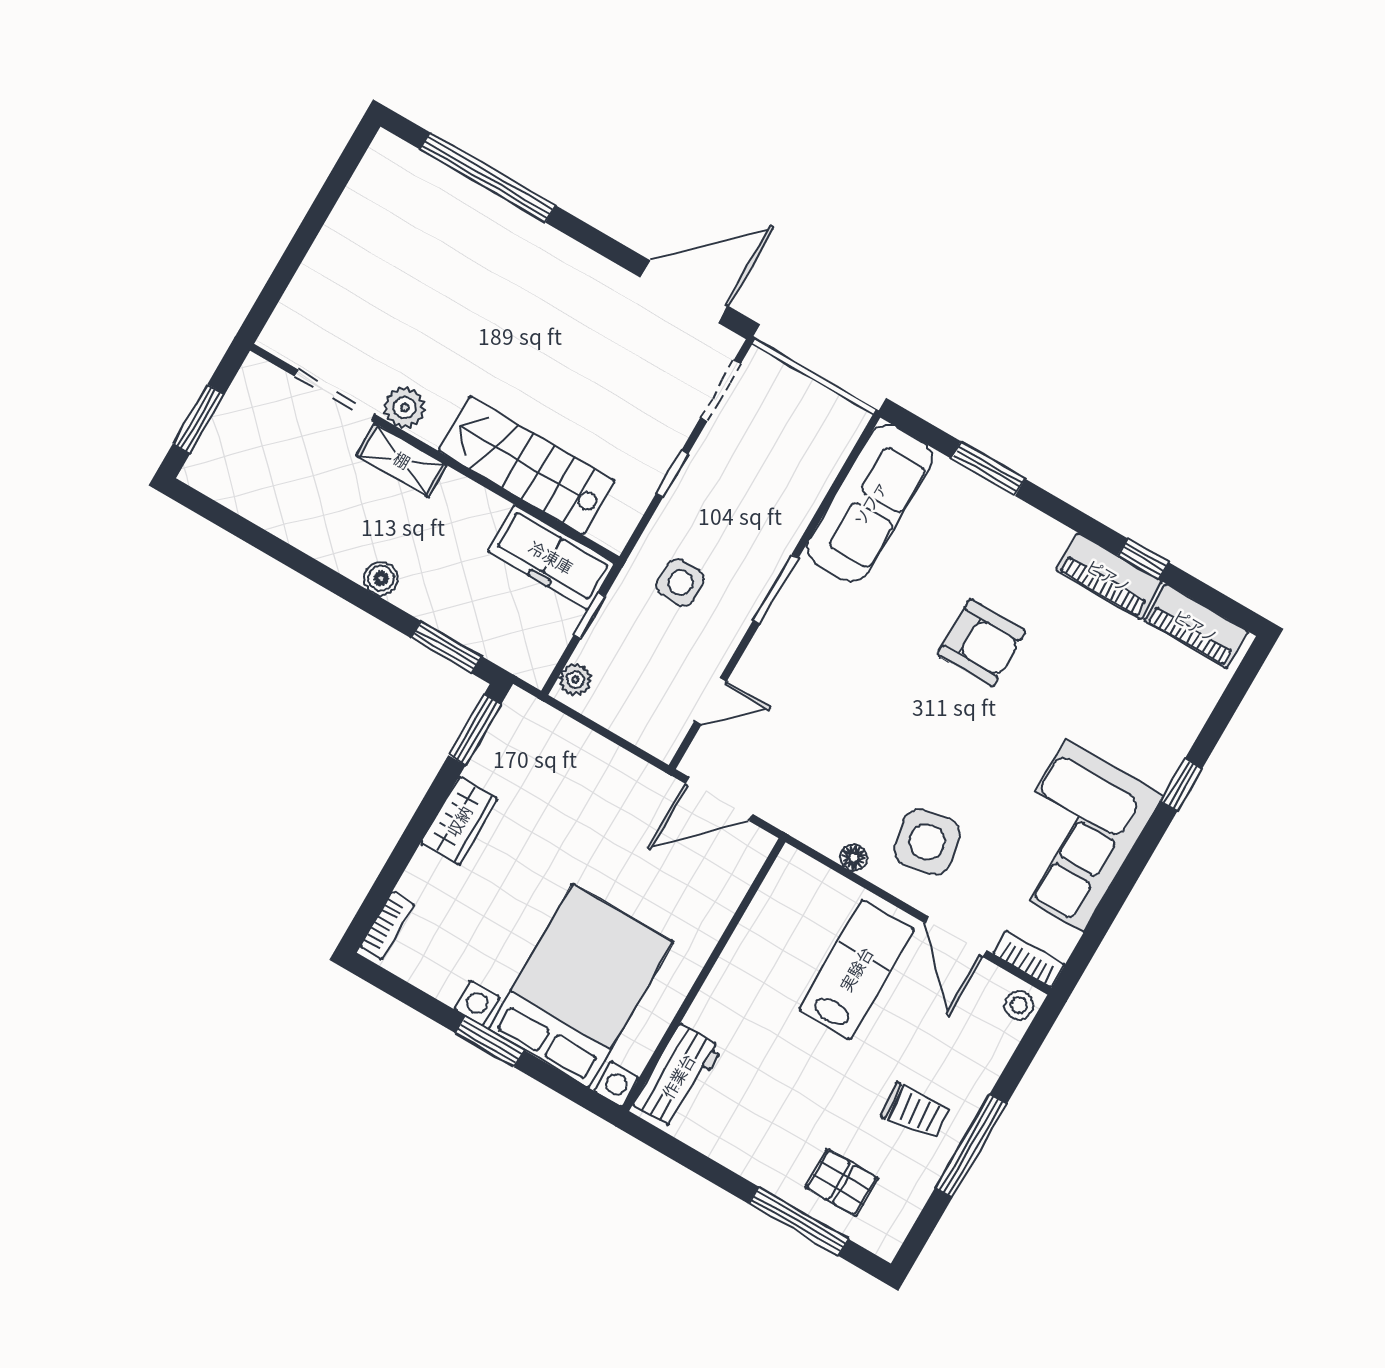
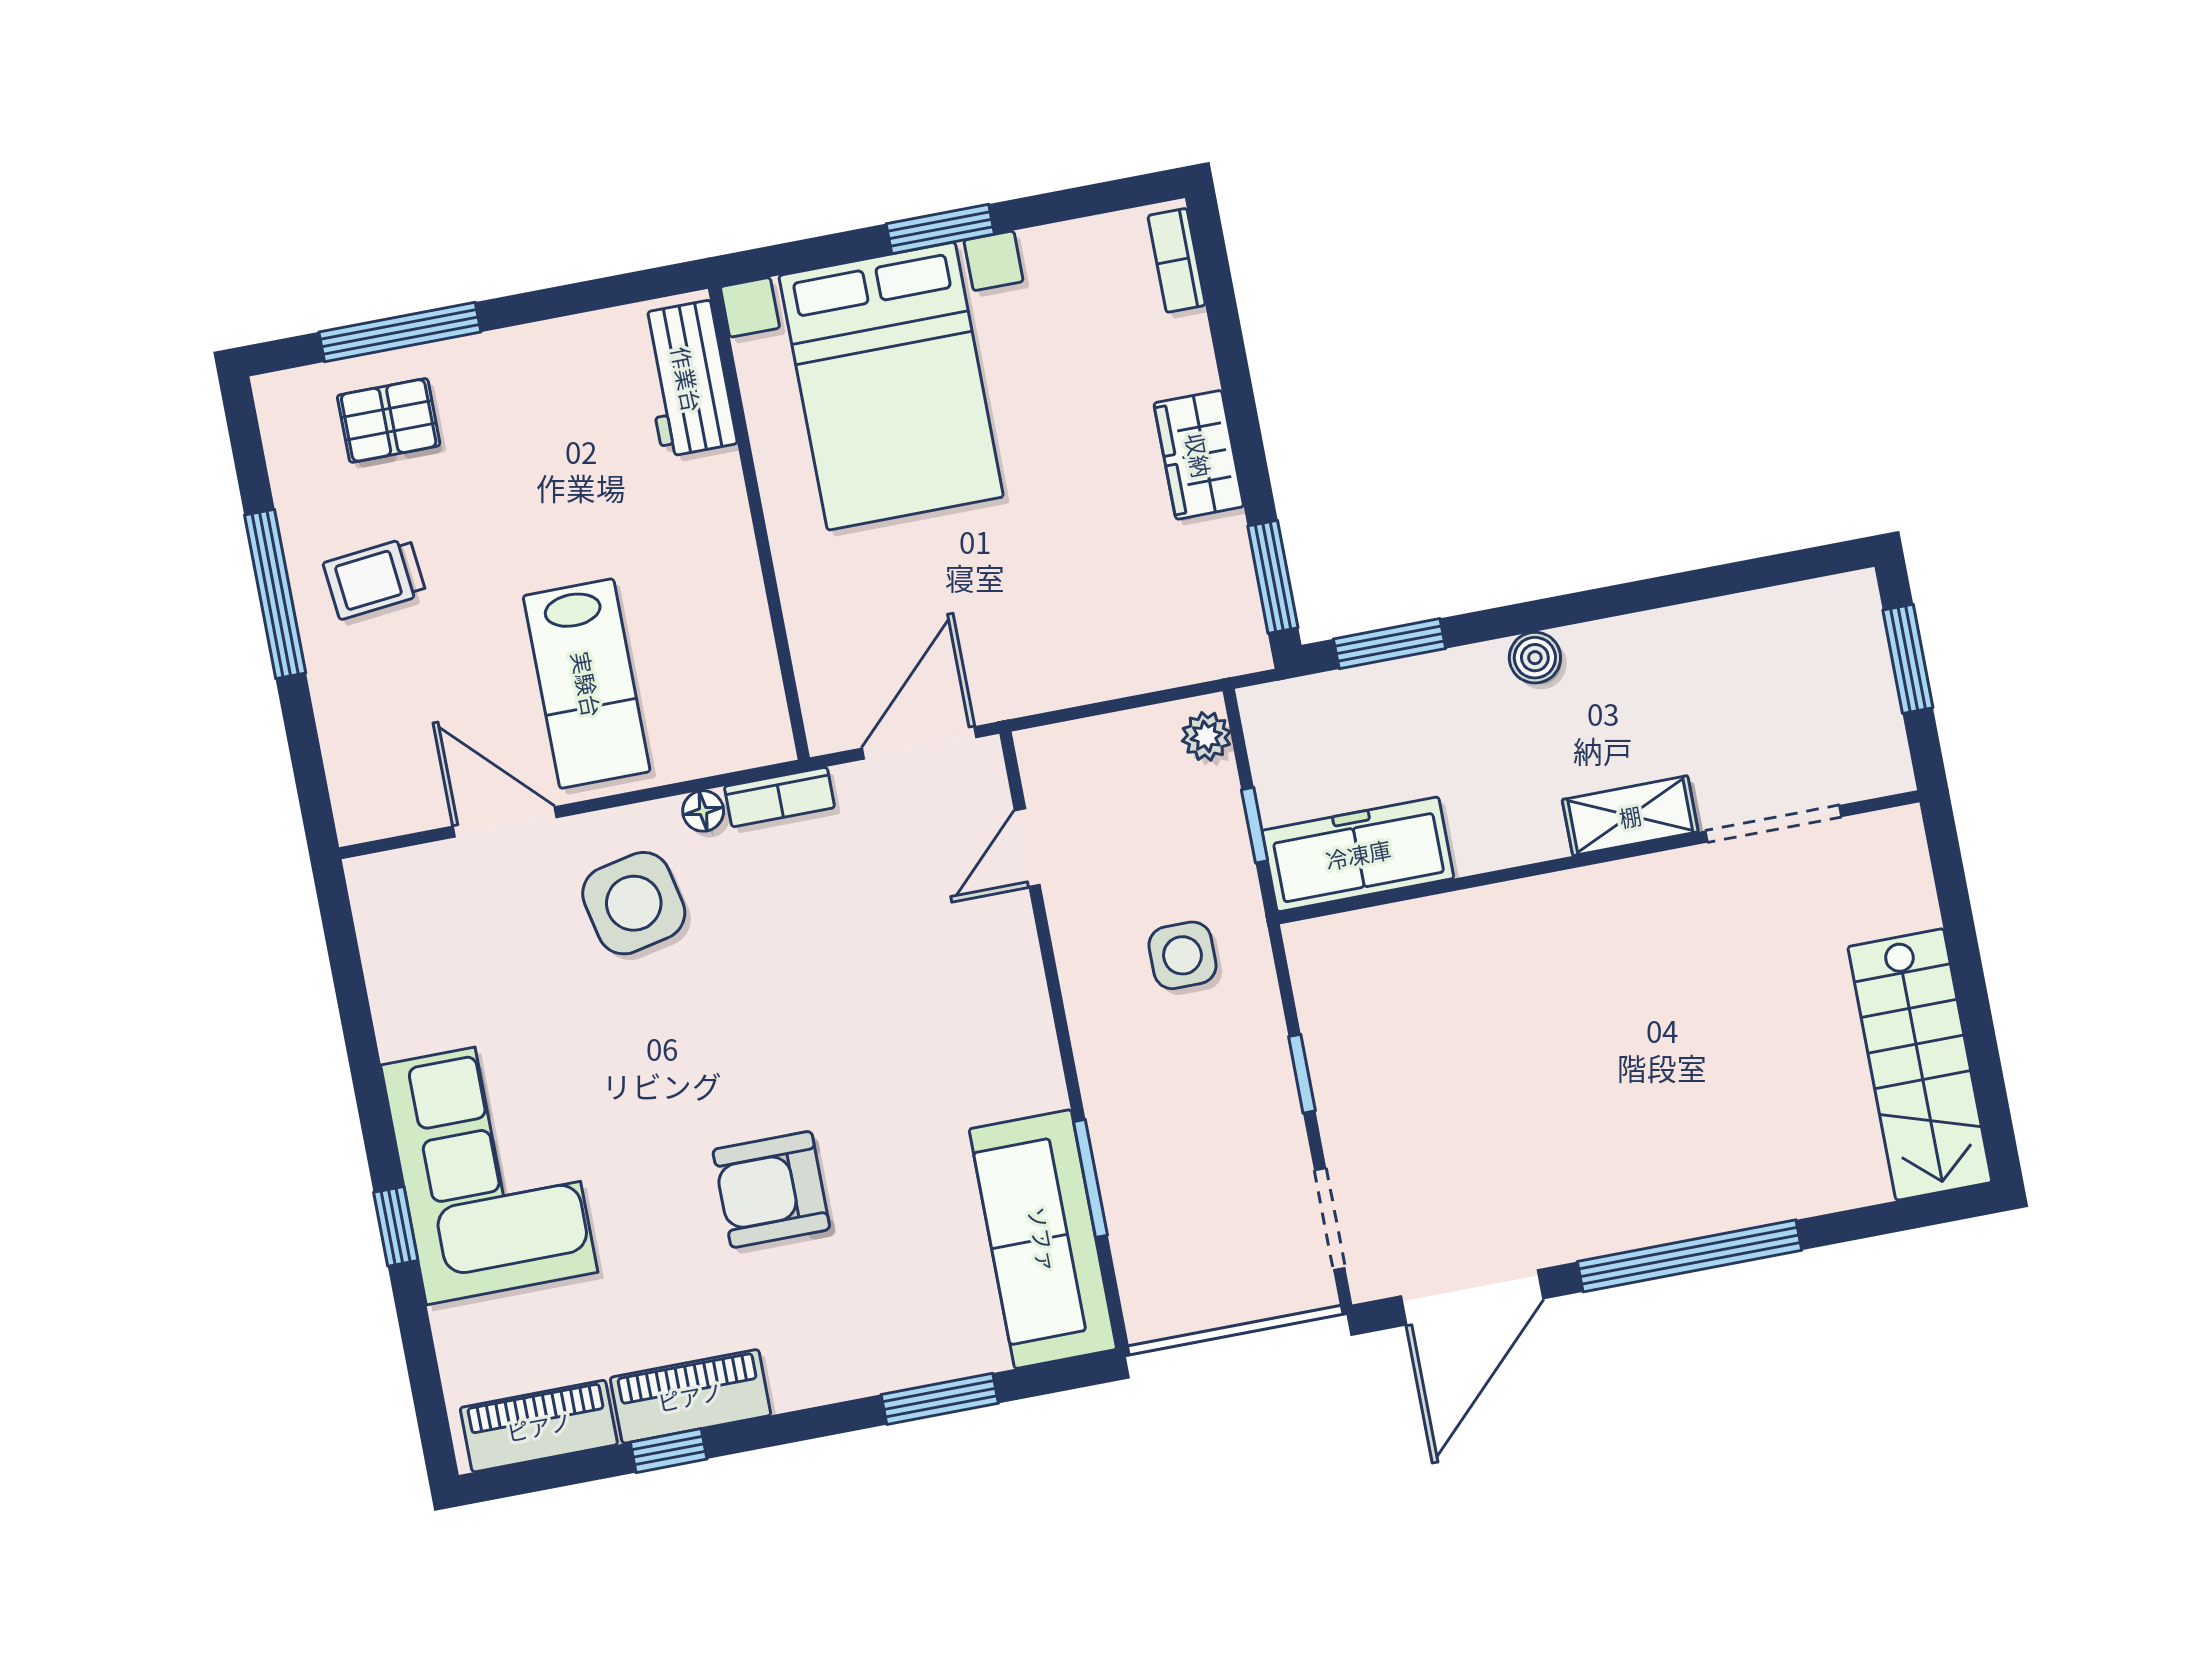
window: (488, 177) -> (1690, 1256), moved
plant: (405, 408) -> (1680, 880), removed
stairs: (527, 466) -> (1920, 1065), moved, turned 90
window: (776, 590) -> (1090, 1178), moved
corner sofa: (1075, 835) -> (489, 1169), moved
bookcase: (1029, 959) -> (779, 797), moved
stool: (1019, 1005) -> (362, 806), removed

